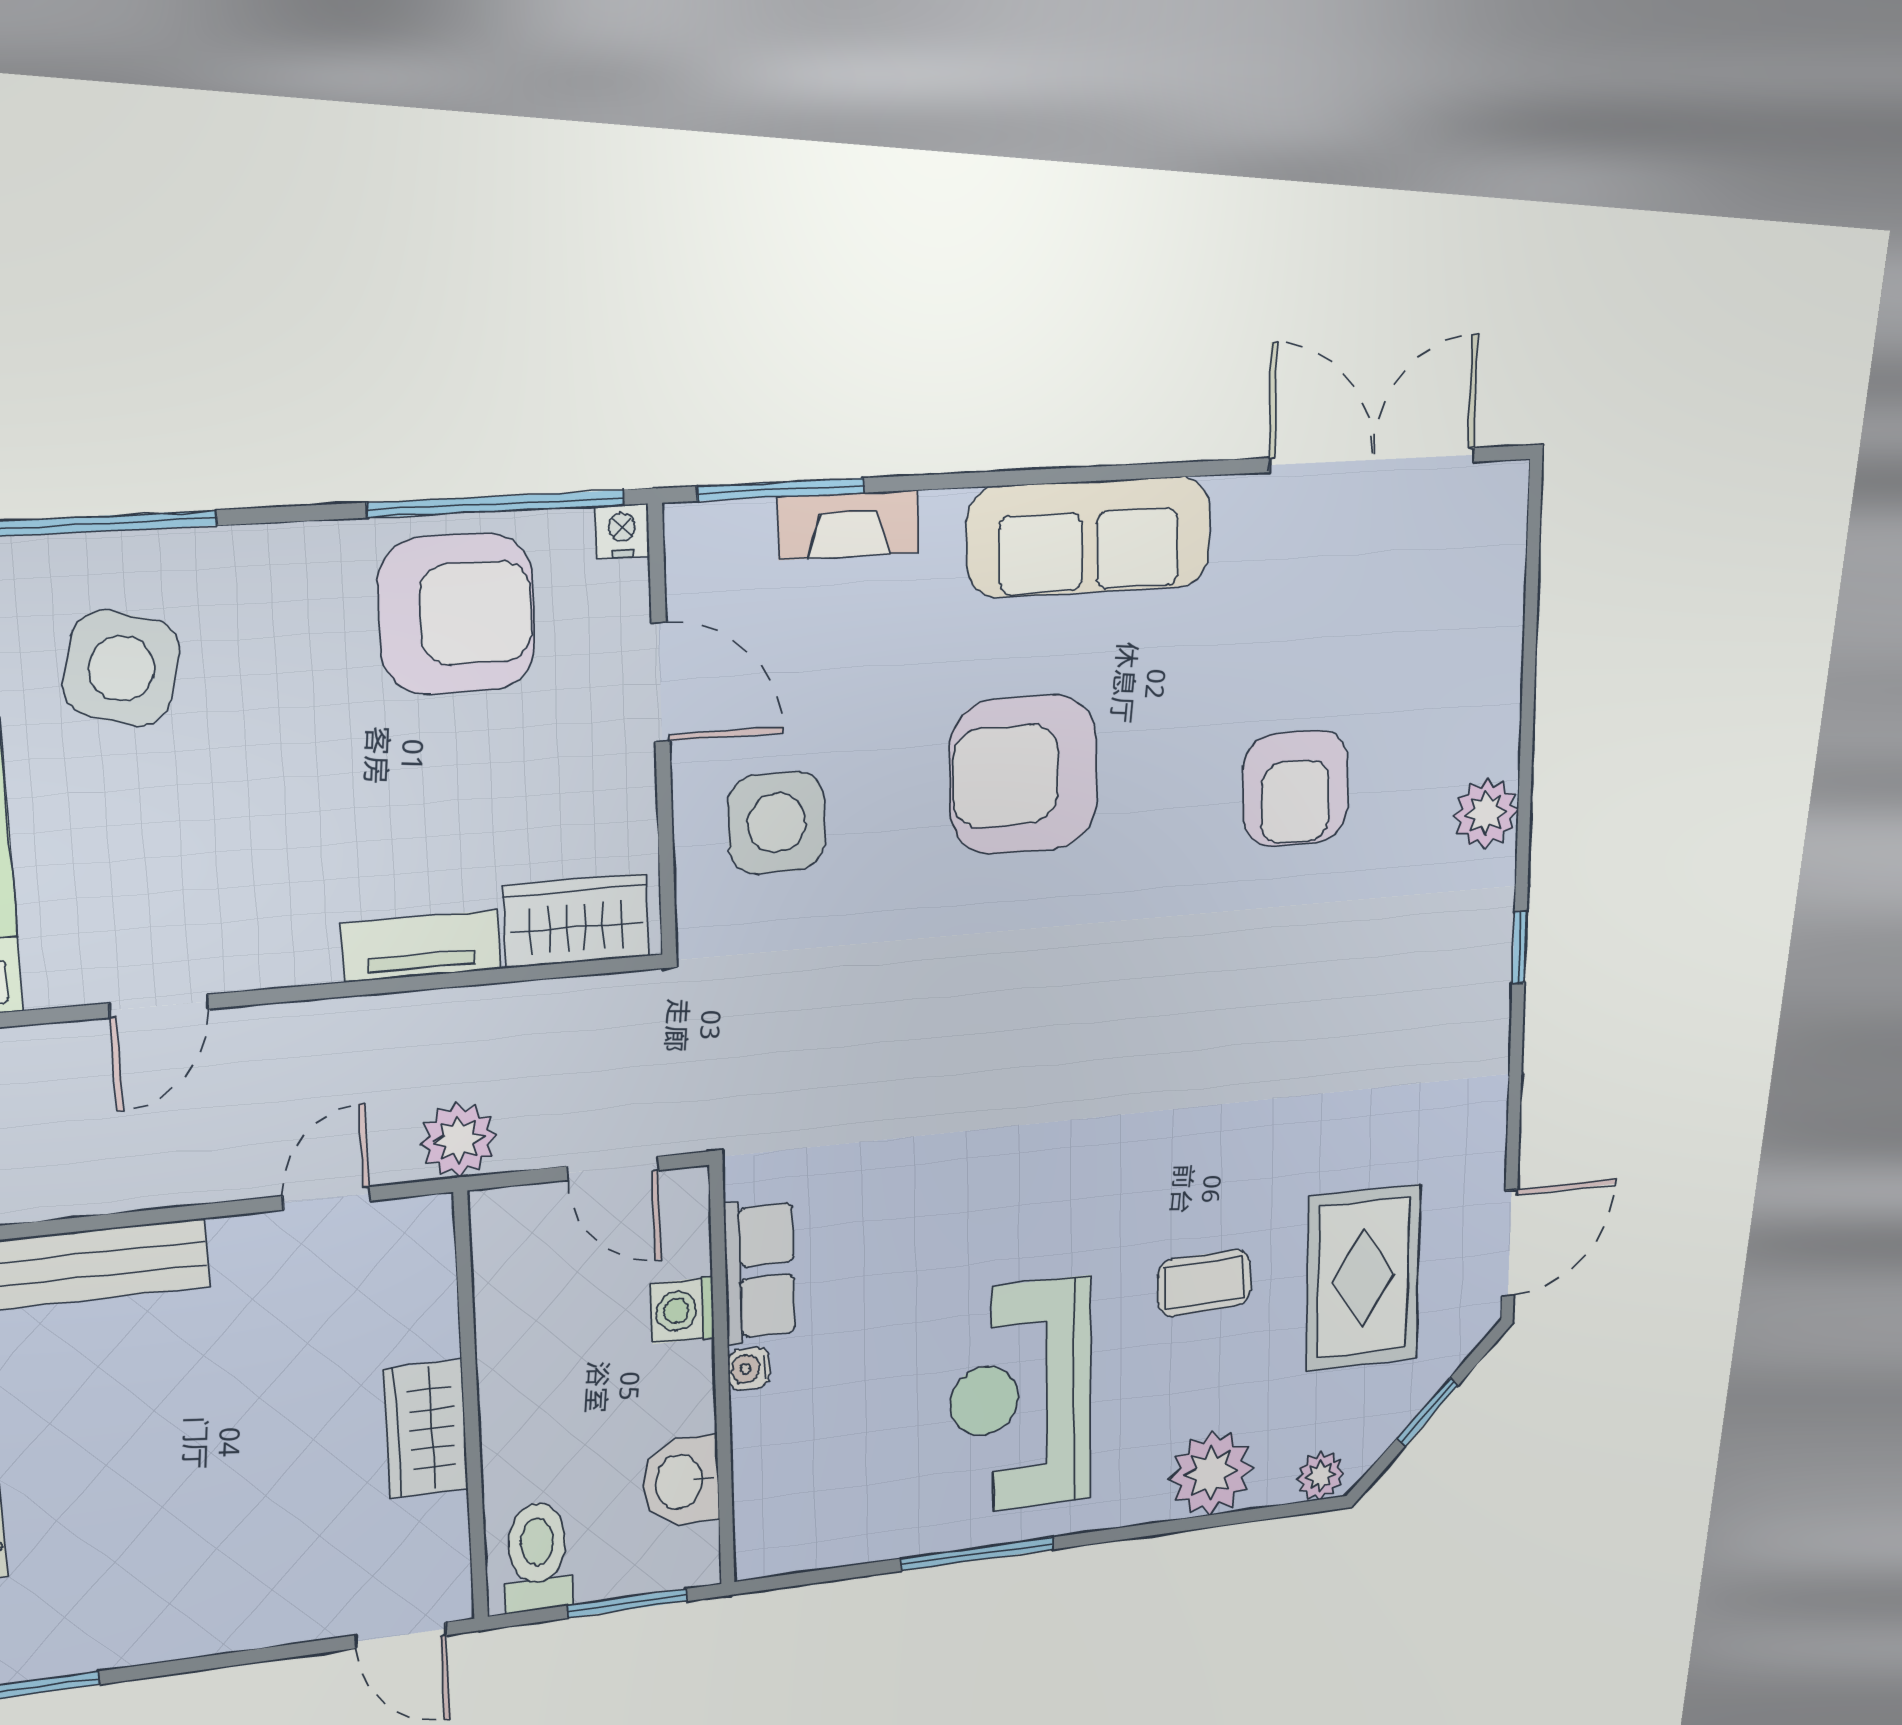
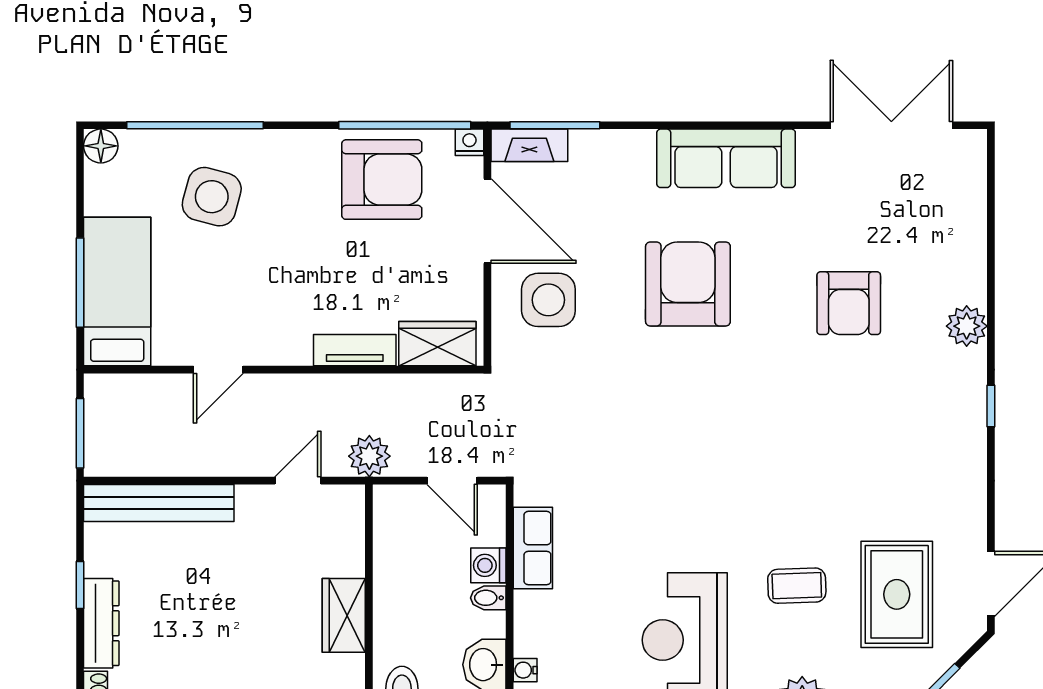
fireplace: (848, 525) -> (529, 145), moved
door: (661, 682) -> (487, 221), width x1.36
armchair: (1023, 775) -> (688, 284), turned 90
bidet: (684, 1367) -> (488, 598), added
water cooler: (749, 1369) -> (525, 670), moved

